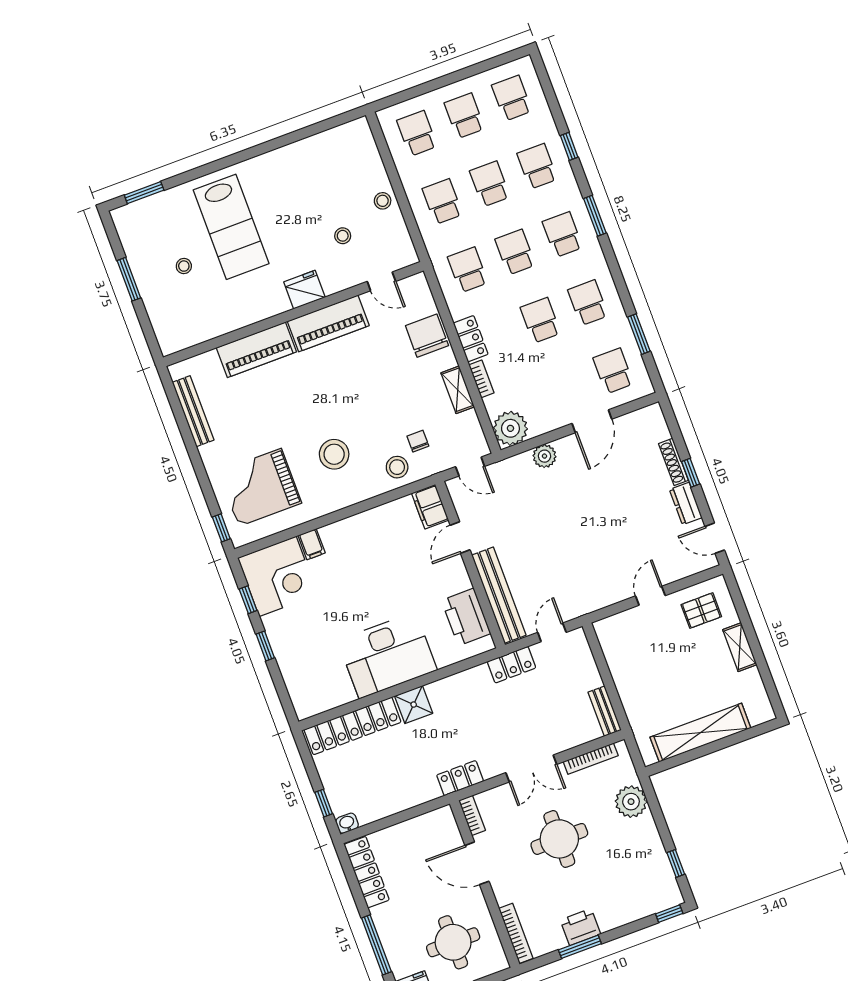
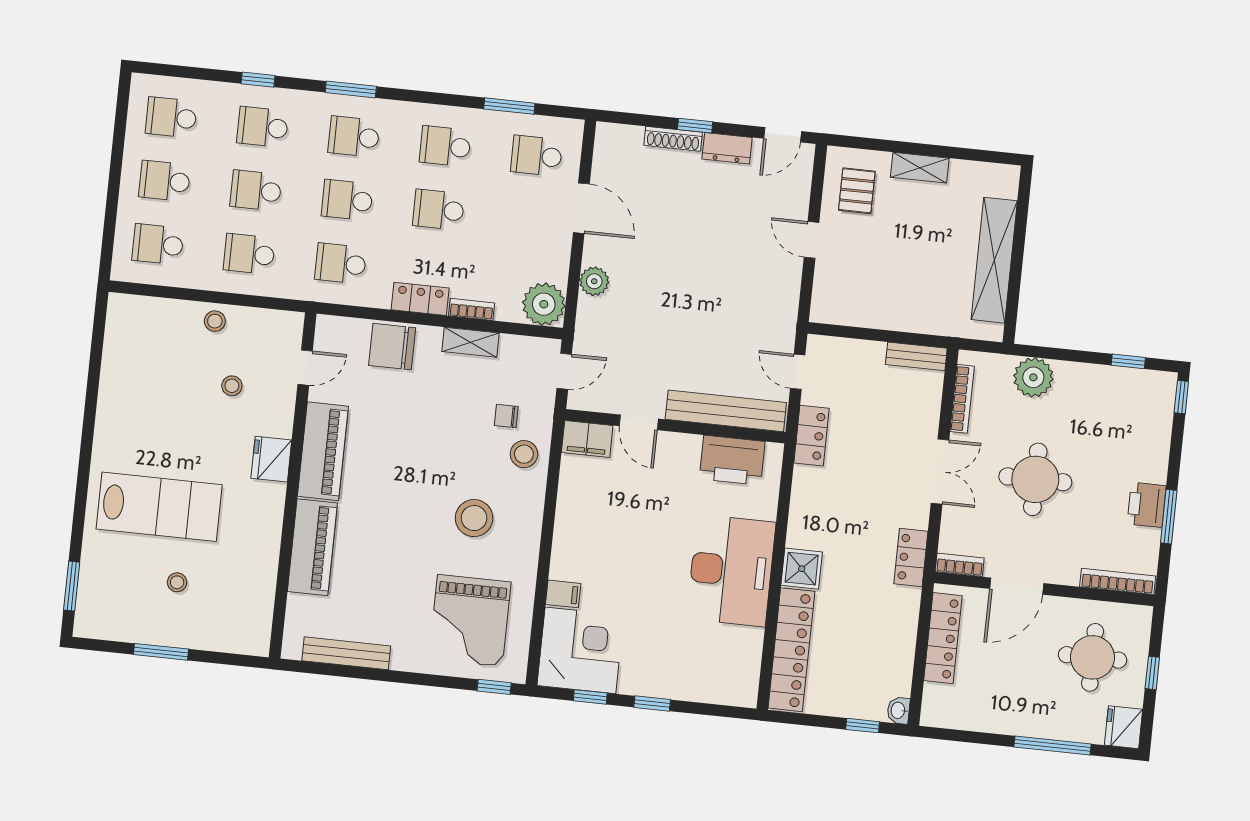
locker: (367, 872) -> (943, 638), moved, turned 90

